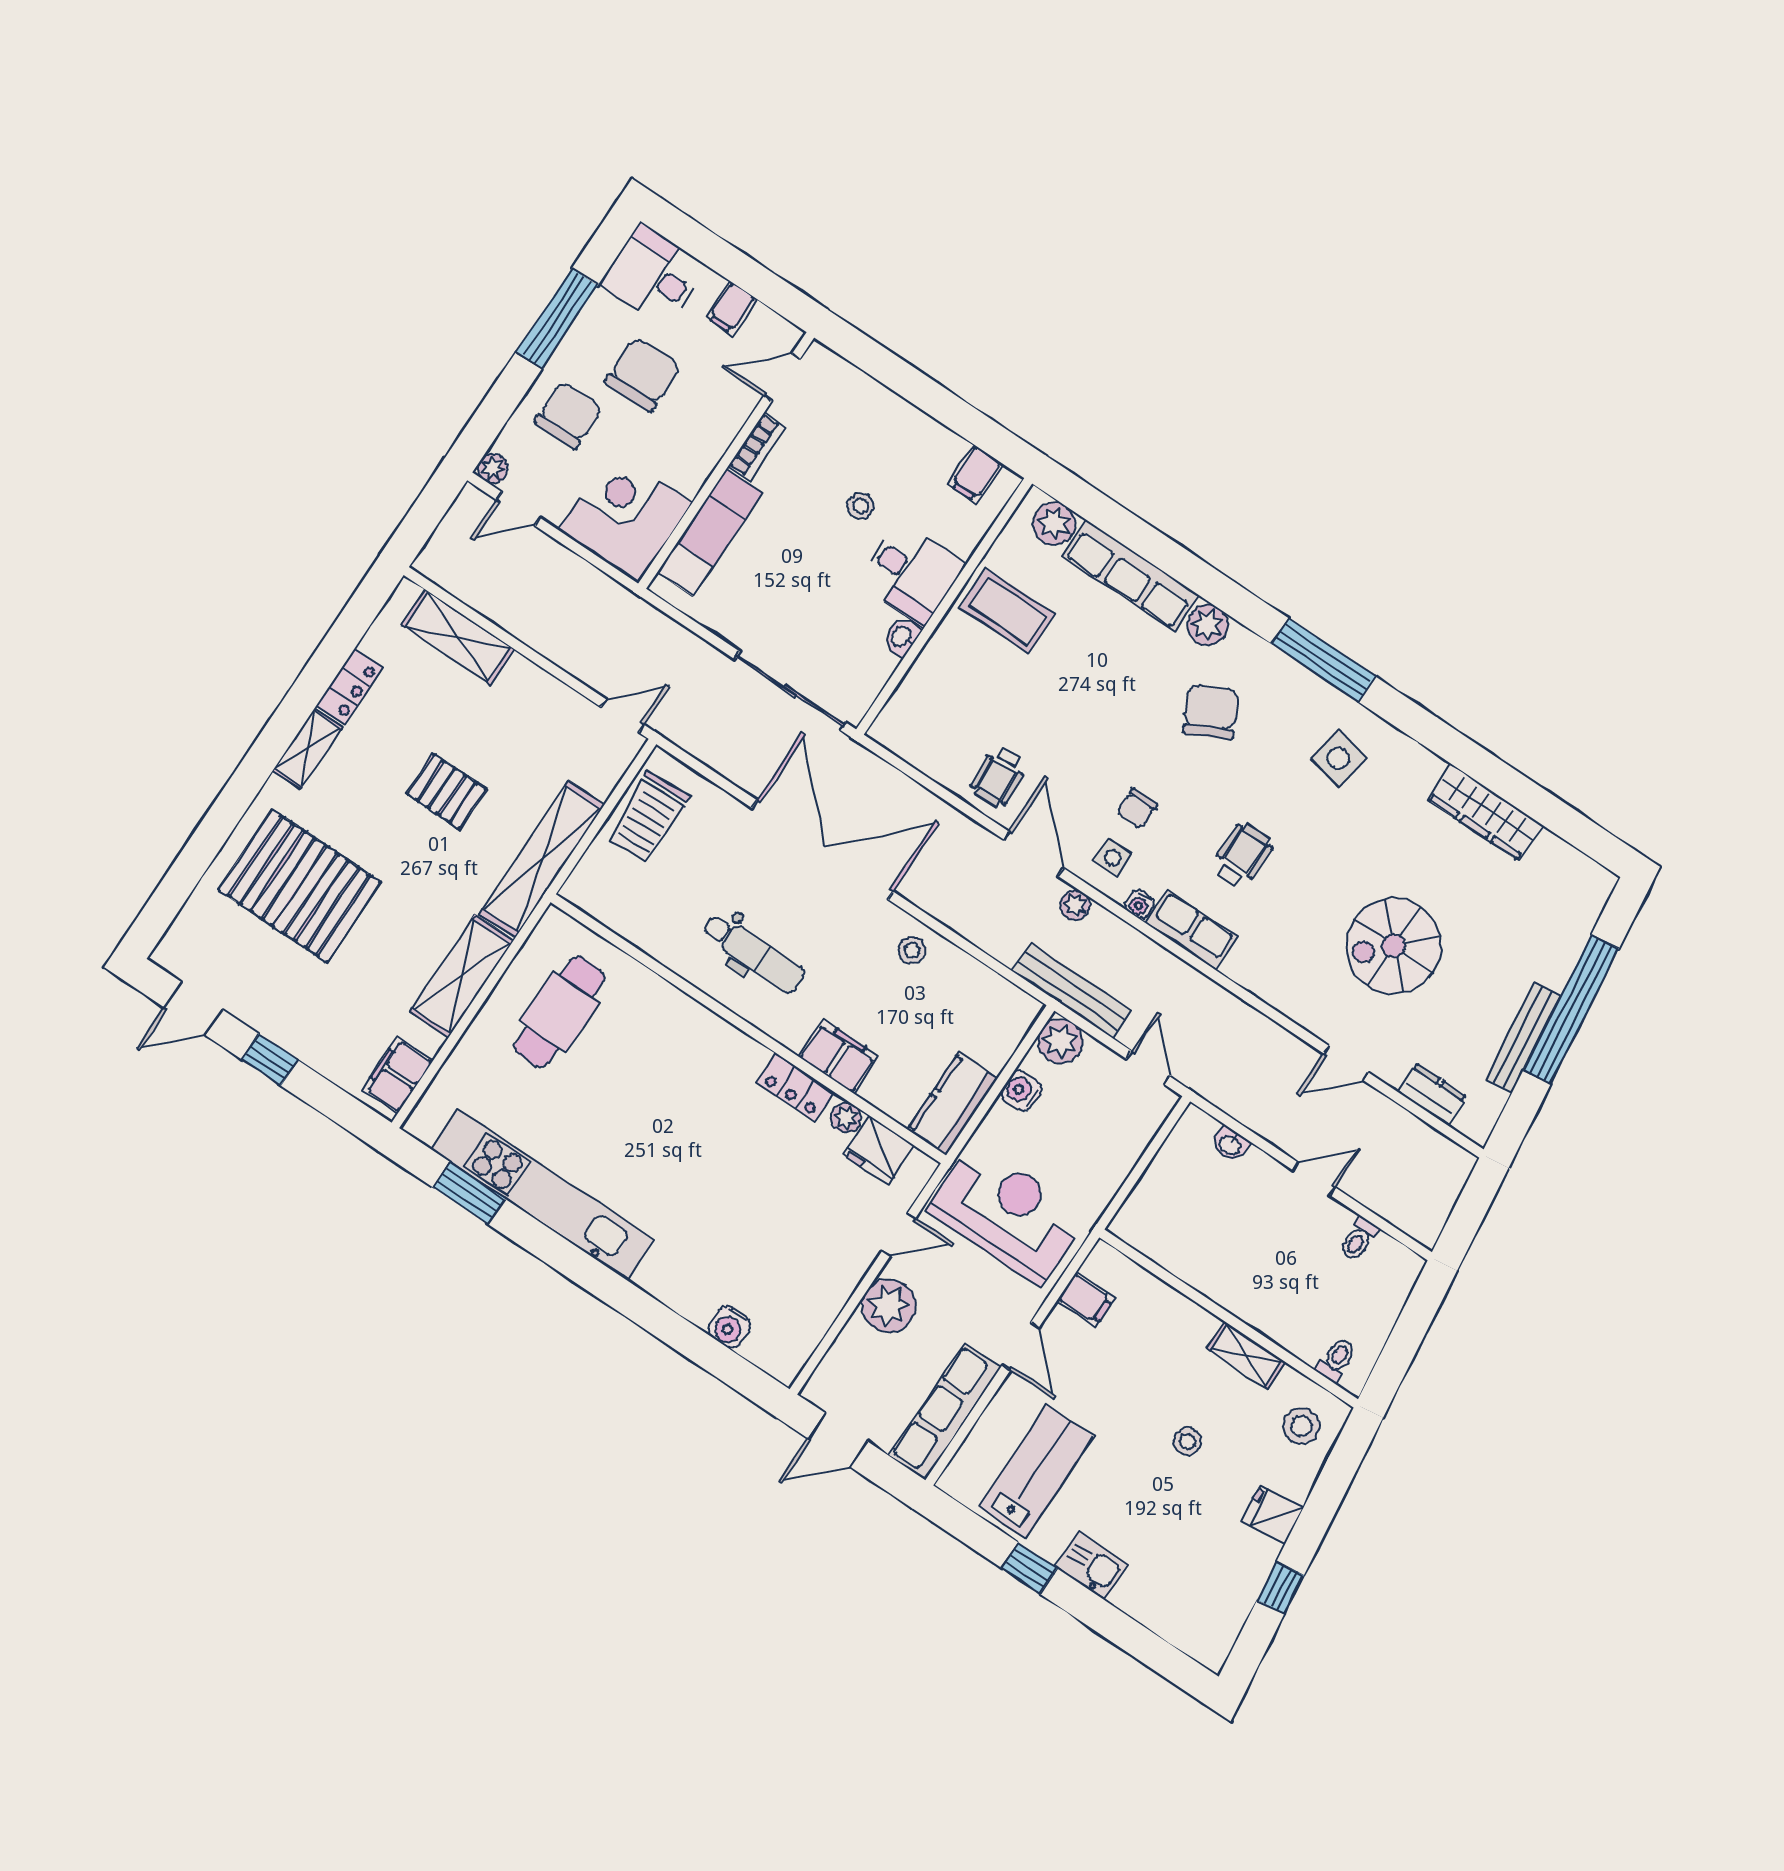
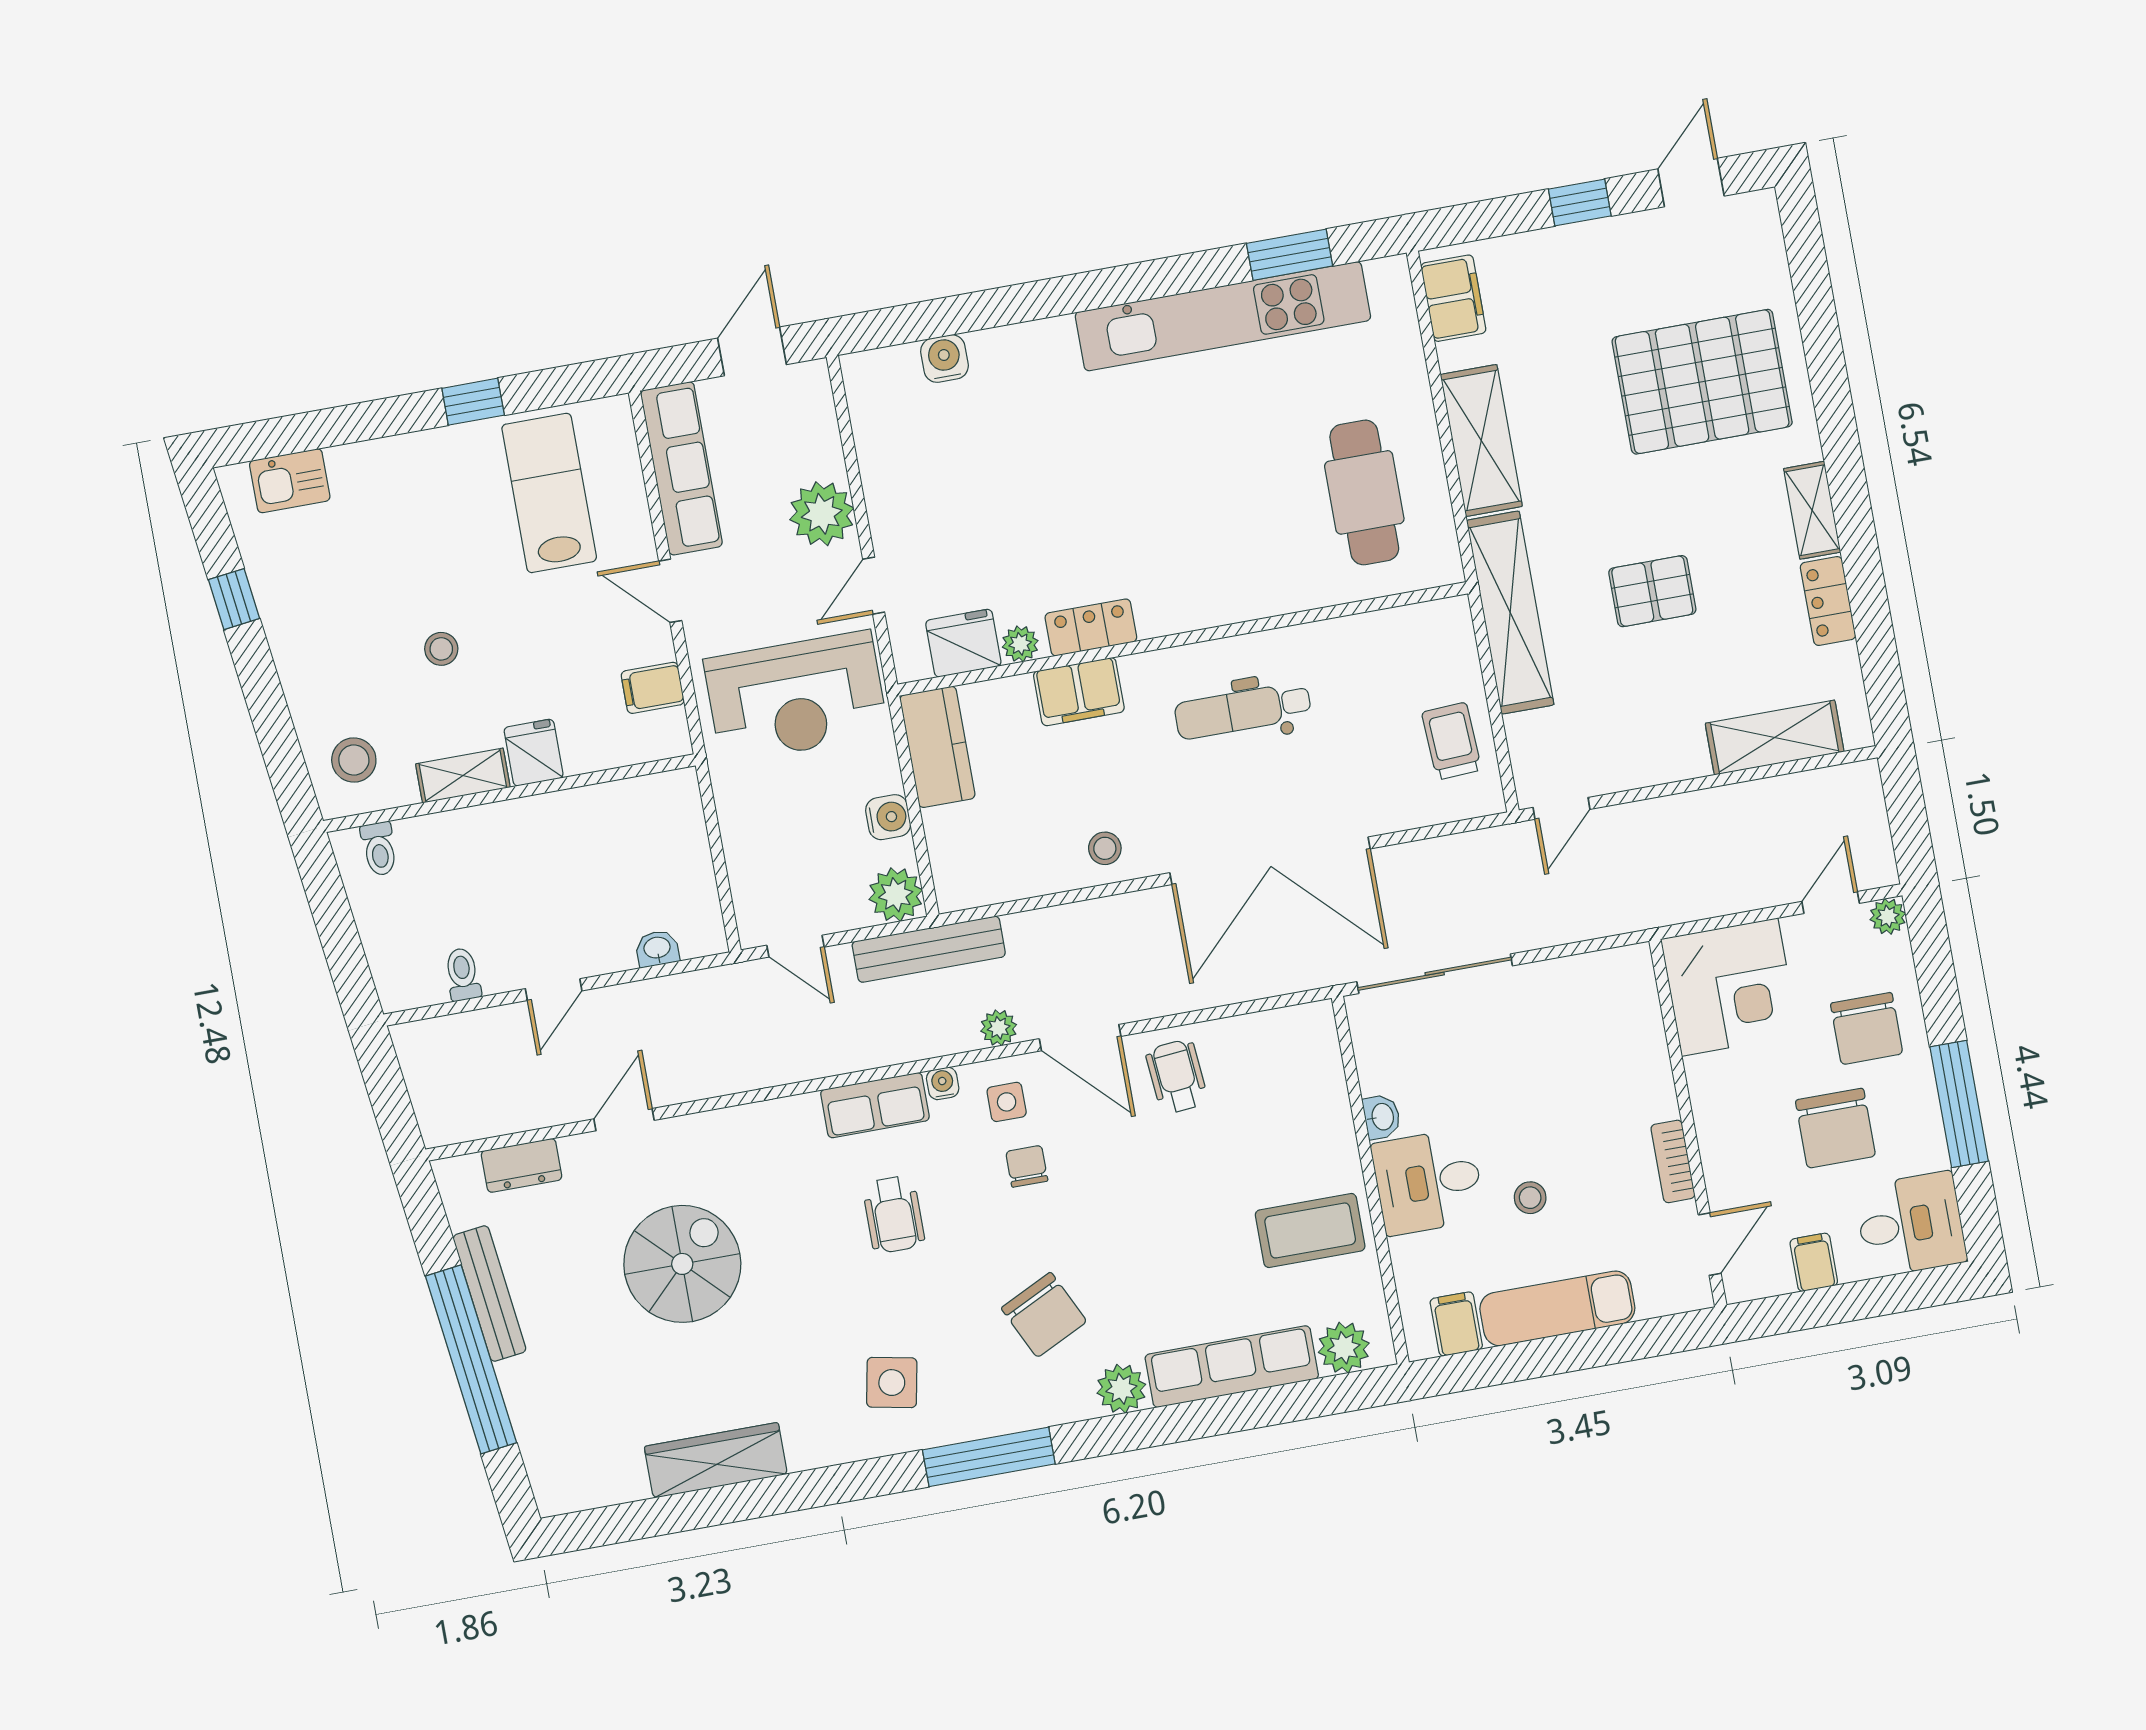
exam couch: (710, 533) -> (1557, 1308), moved, turned 90
trolley: (649, 817) -> (1452, 741), width x0.73, depth x0.72
lab bench: (1036, 1472) -> (549, 493), turned 180
fridge: (1273, 1515) -> (534, 753), moved, turned -83
kitchen sink: (1092, 1566) -> (290, 481), moved

